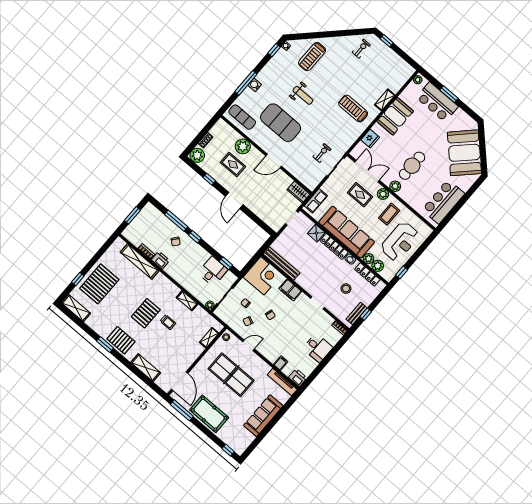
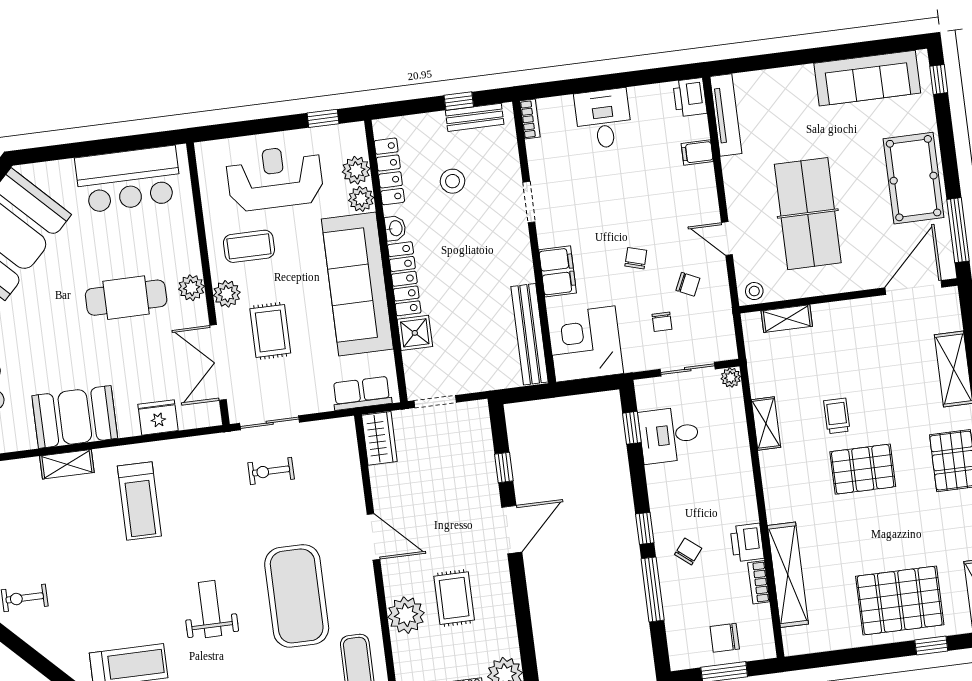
window: (209, 179) -> (504, 467), moved
chair: (141, 226) -> (725, 638), added
sofa: (263, 416) -> (867, 78), moved

